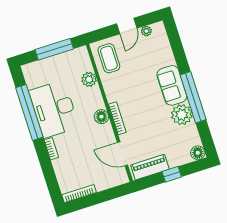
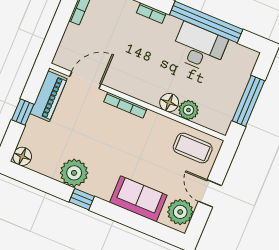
plant: (146, 31) -> (180, 212), width x1.88, depth x1.88
sofa: (172, 85) -> (138, 199), moved
window: (193, 97) -> (82, 199), width x0.32
desk: (54, 109) -> (199, 48), width x0.73, depth x0.77
floor lamp: (101, 117) -> (169, 103), moved

